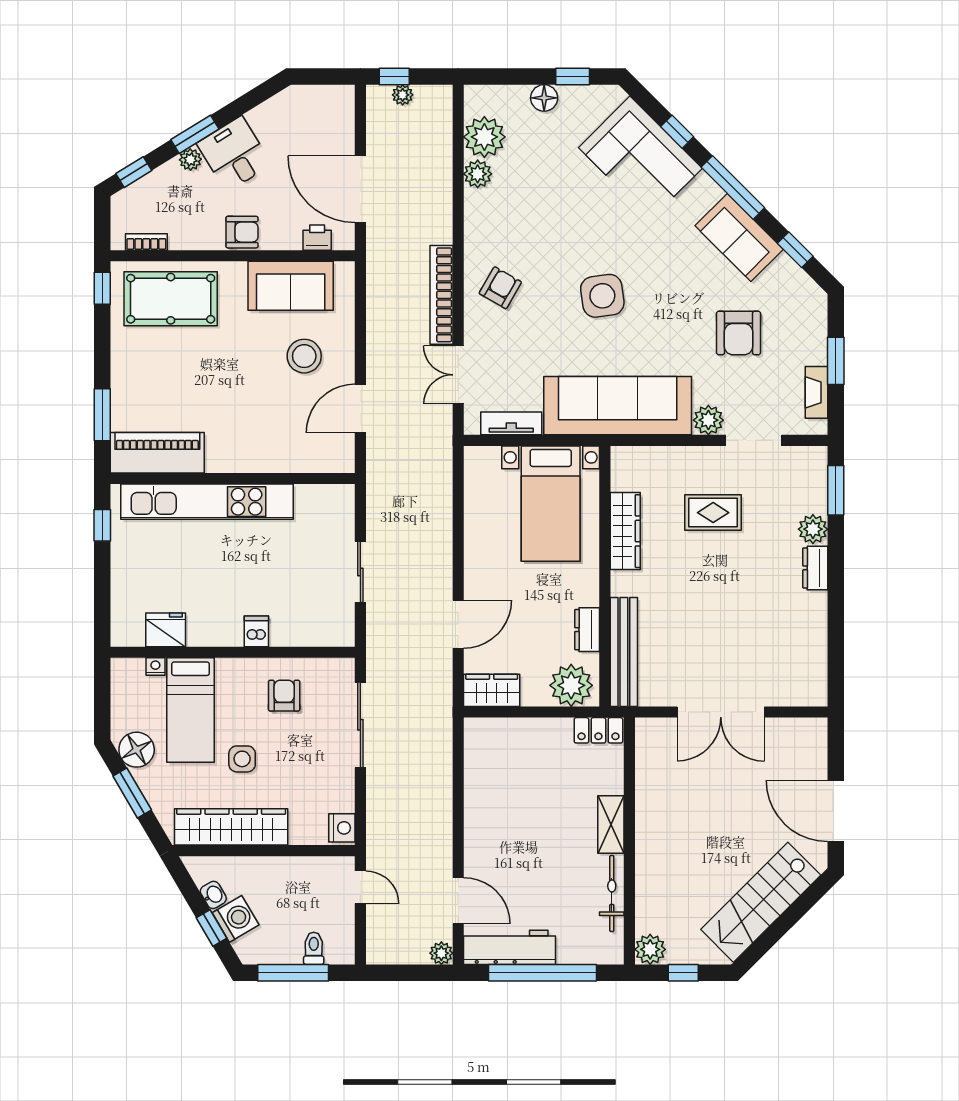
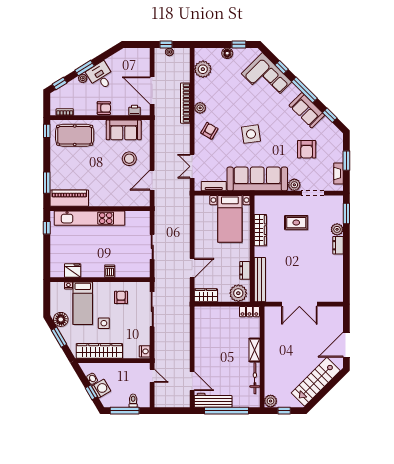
plant: (478, 174) -> (200, 108), moved
bookcase: (442, 295) -> (185, 103), moved
door: (836, 811) -> (346, 345), hinge flipped
plant: (441, 953) -> (185, 403), removed

